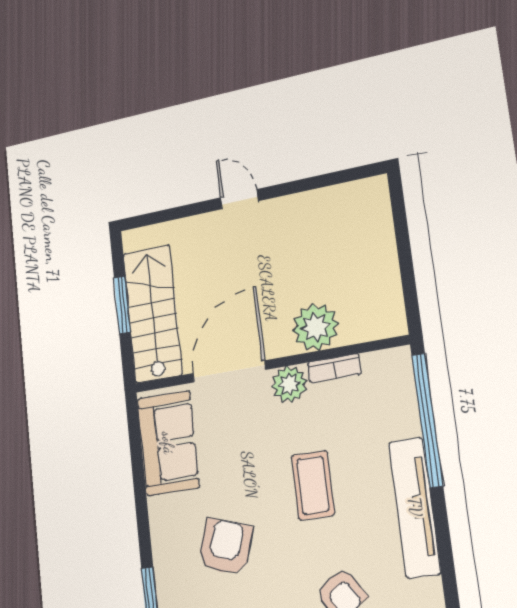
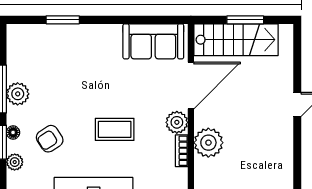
door: (229, 372) -> (191, 86), hinge flipped
armchair: (225, 547) -> (86, 71), removed

